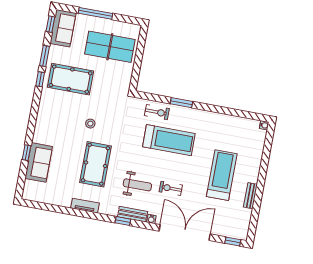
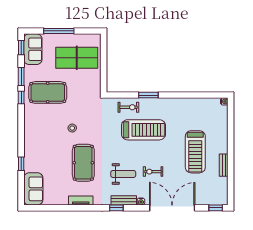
sofa: (39, 162) -> (33, 189), moved
treadmill: (222, 175) -> (195, 152), turned 180

